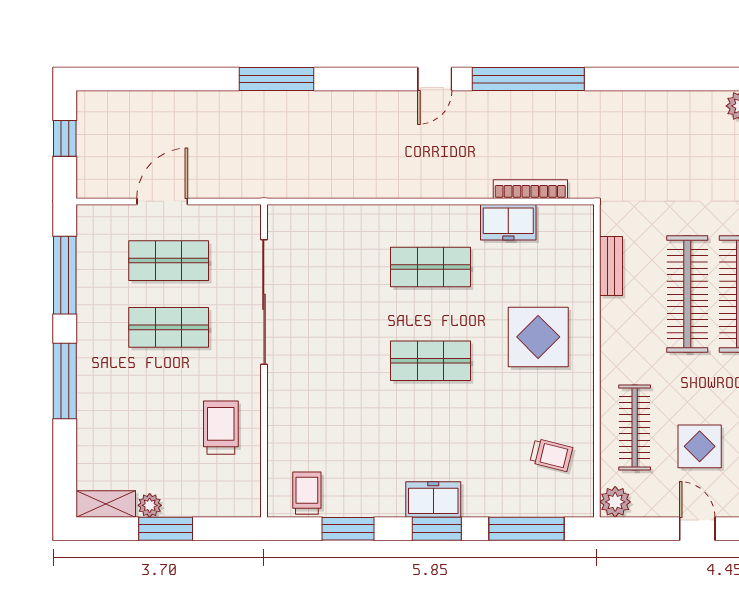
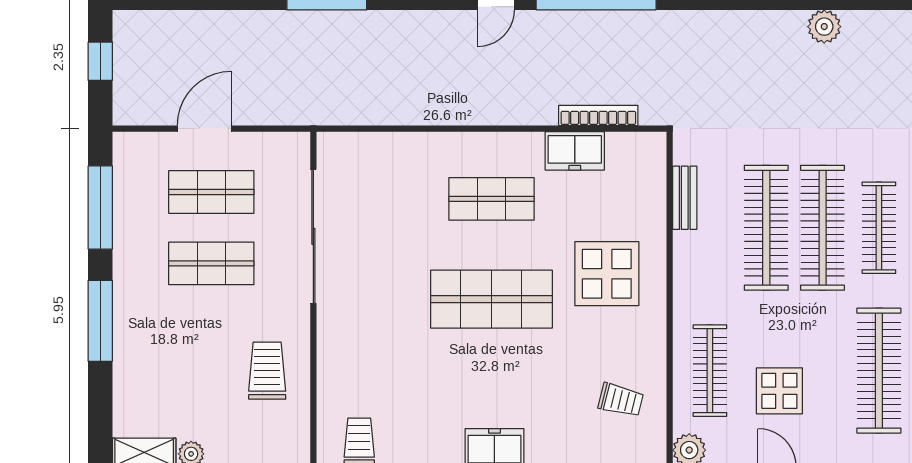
shop shelf: (430, 361) -> (491, 299), width x1.43, depth x1.36

